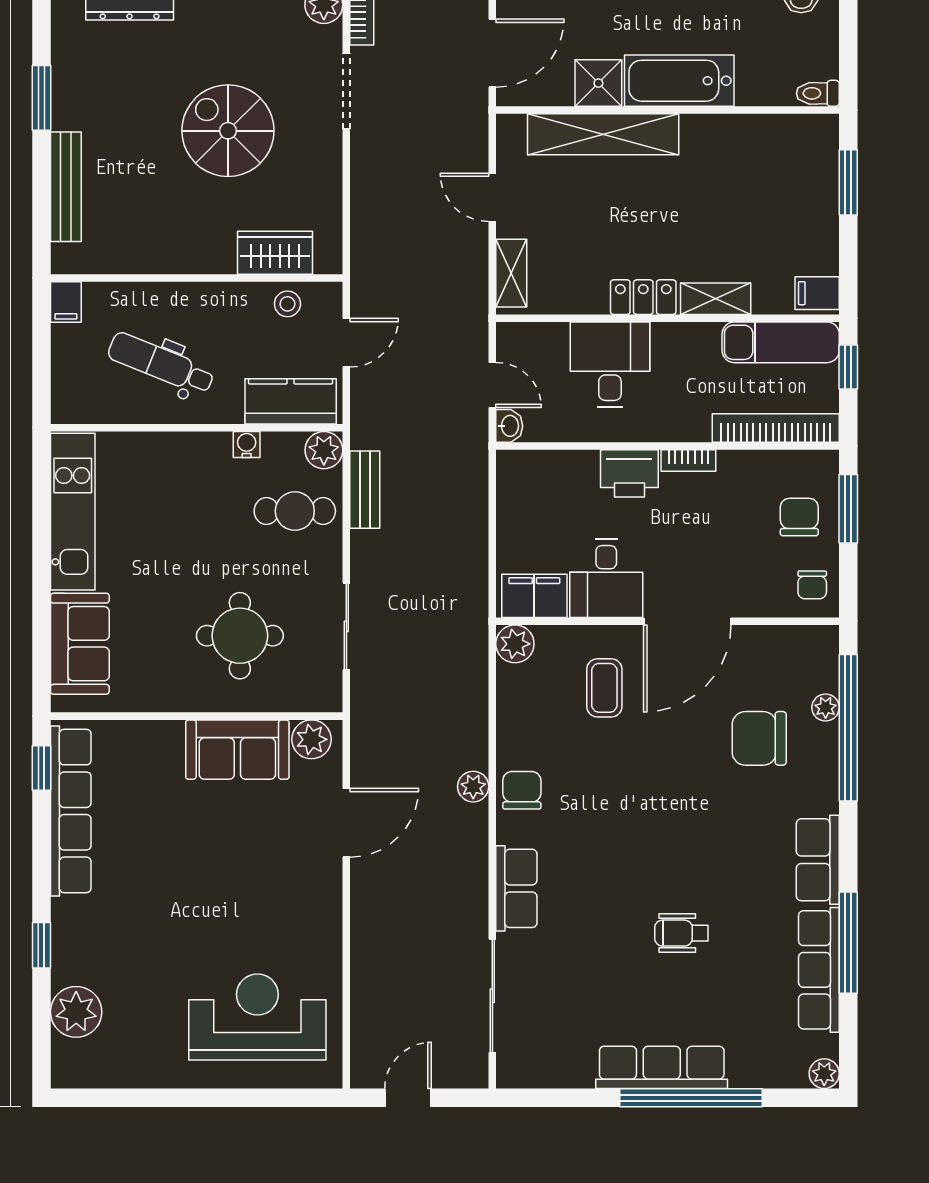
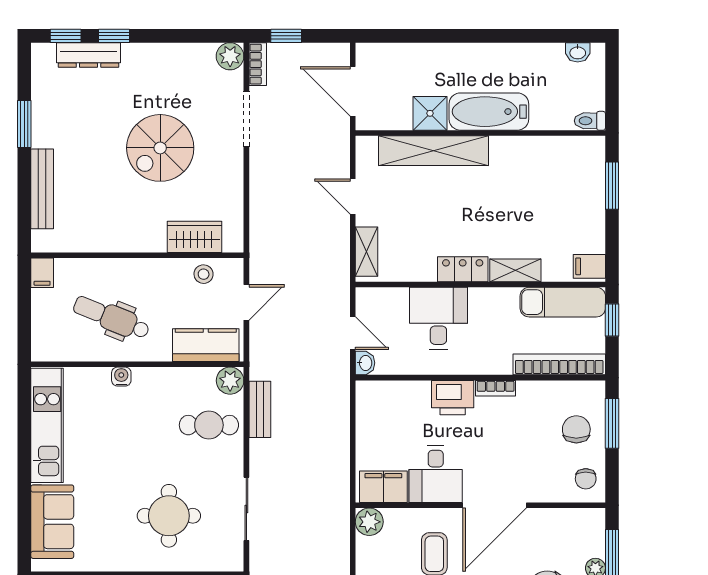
door: (492, 53) -> (353, 91), swing flipped
spiral stairs: (228, 131) -> (160, 148), turned -90
water cooler: (247, 444) -> (121, 377), moved

